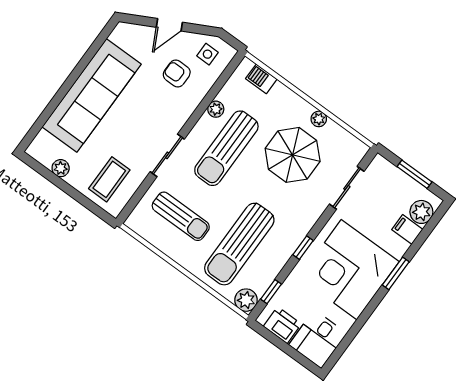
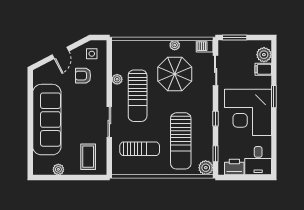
barbecue: (261, 79) -> (205, 46), moved
window: (414, 174) -> (235, 38), moved

